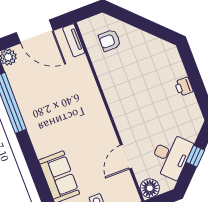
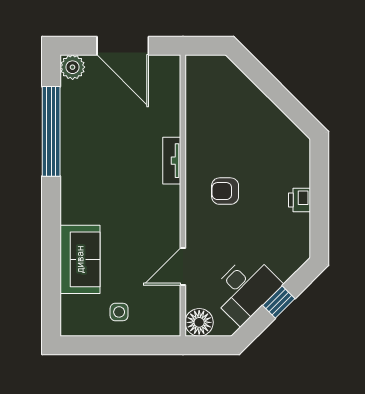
tv unit: (74, 40) -> (172, 161), moved
armchair: (110, 40) -> (225, 191), moved

